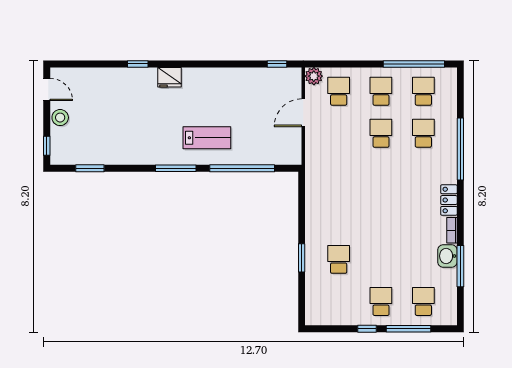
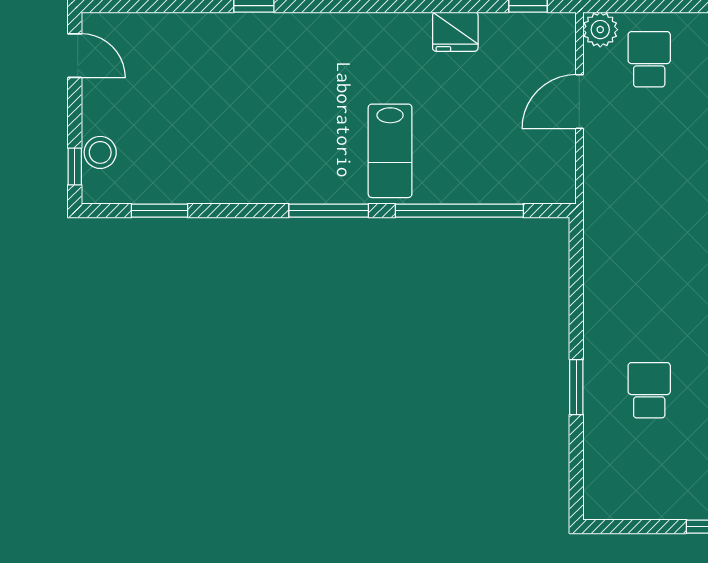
fridge: (170, 77) -> (455, 32), moved
stool: (60, 118) -> (100, 152), moved
lab bench: (207, 138) -> (390, 151), turned 90

